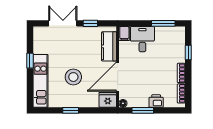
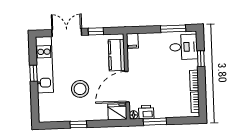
desk: (142, 39) -> (184, 47), moved, turned 90
kitchen unit: (41, 81) -> (44, 65), moved
printer: (156, 101) -> (146, 112), moved

